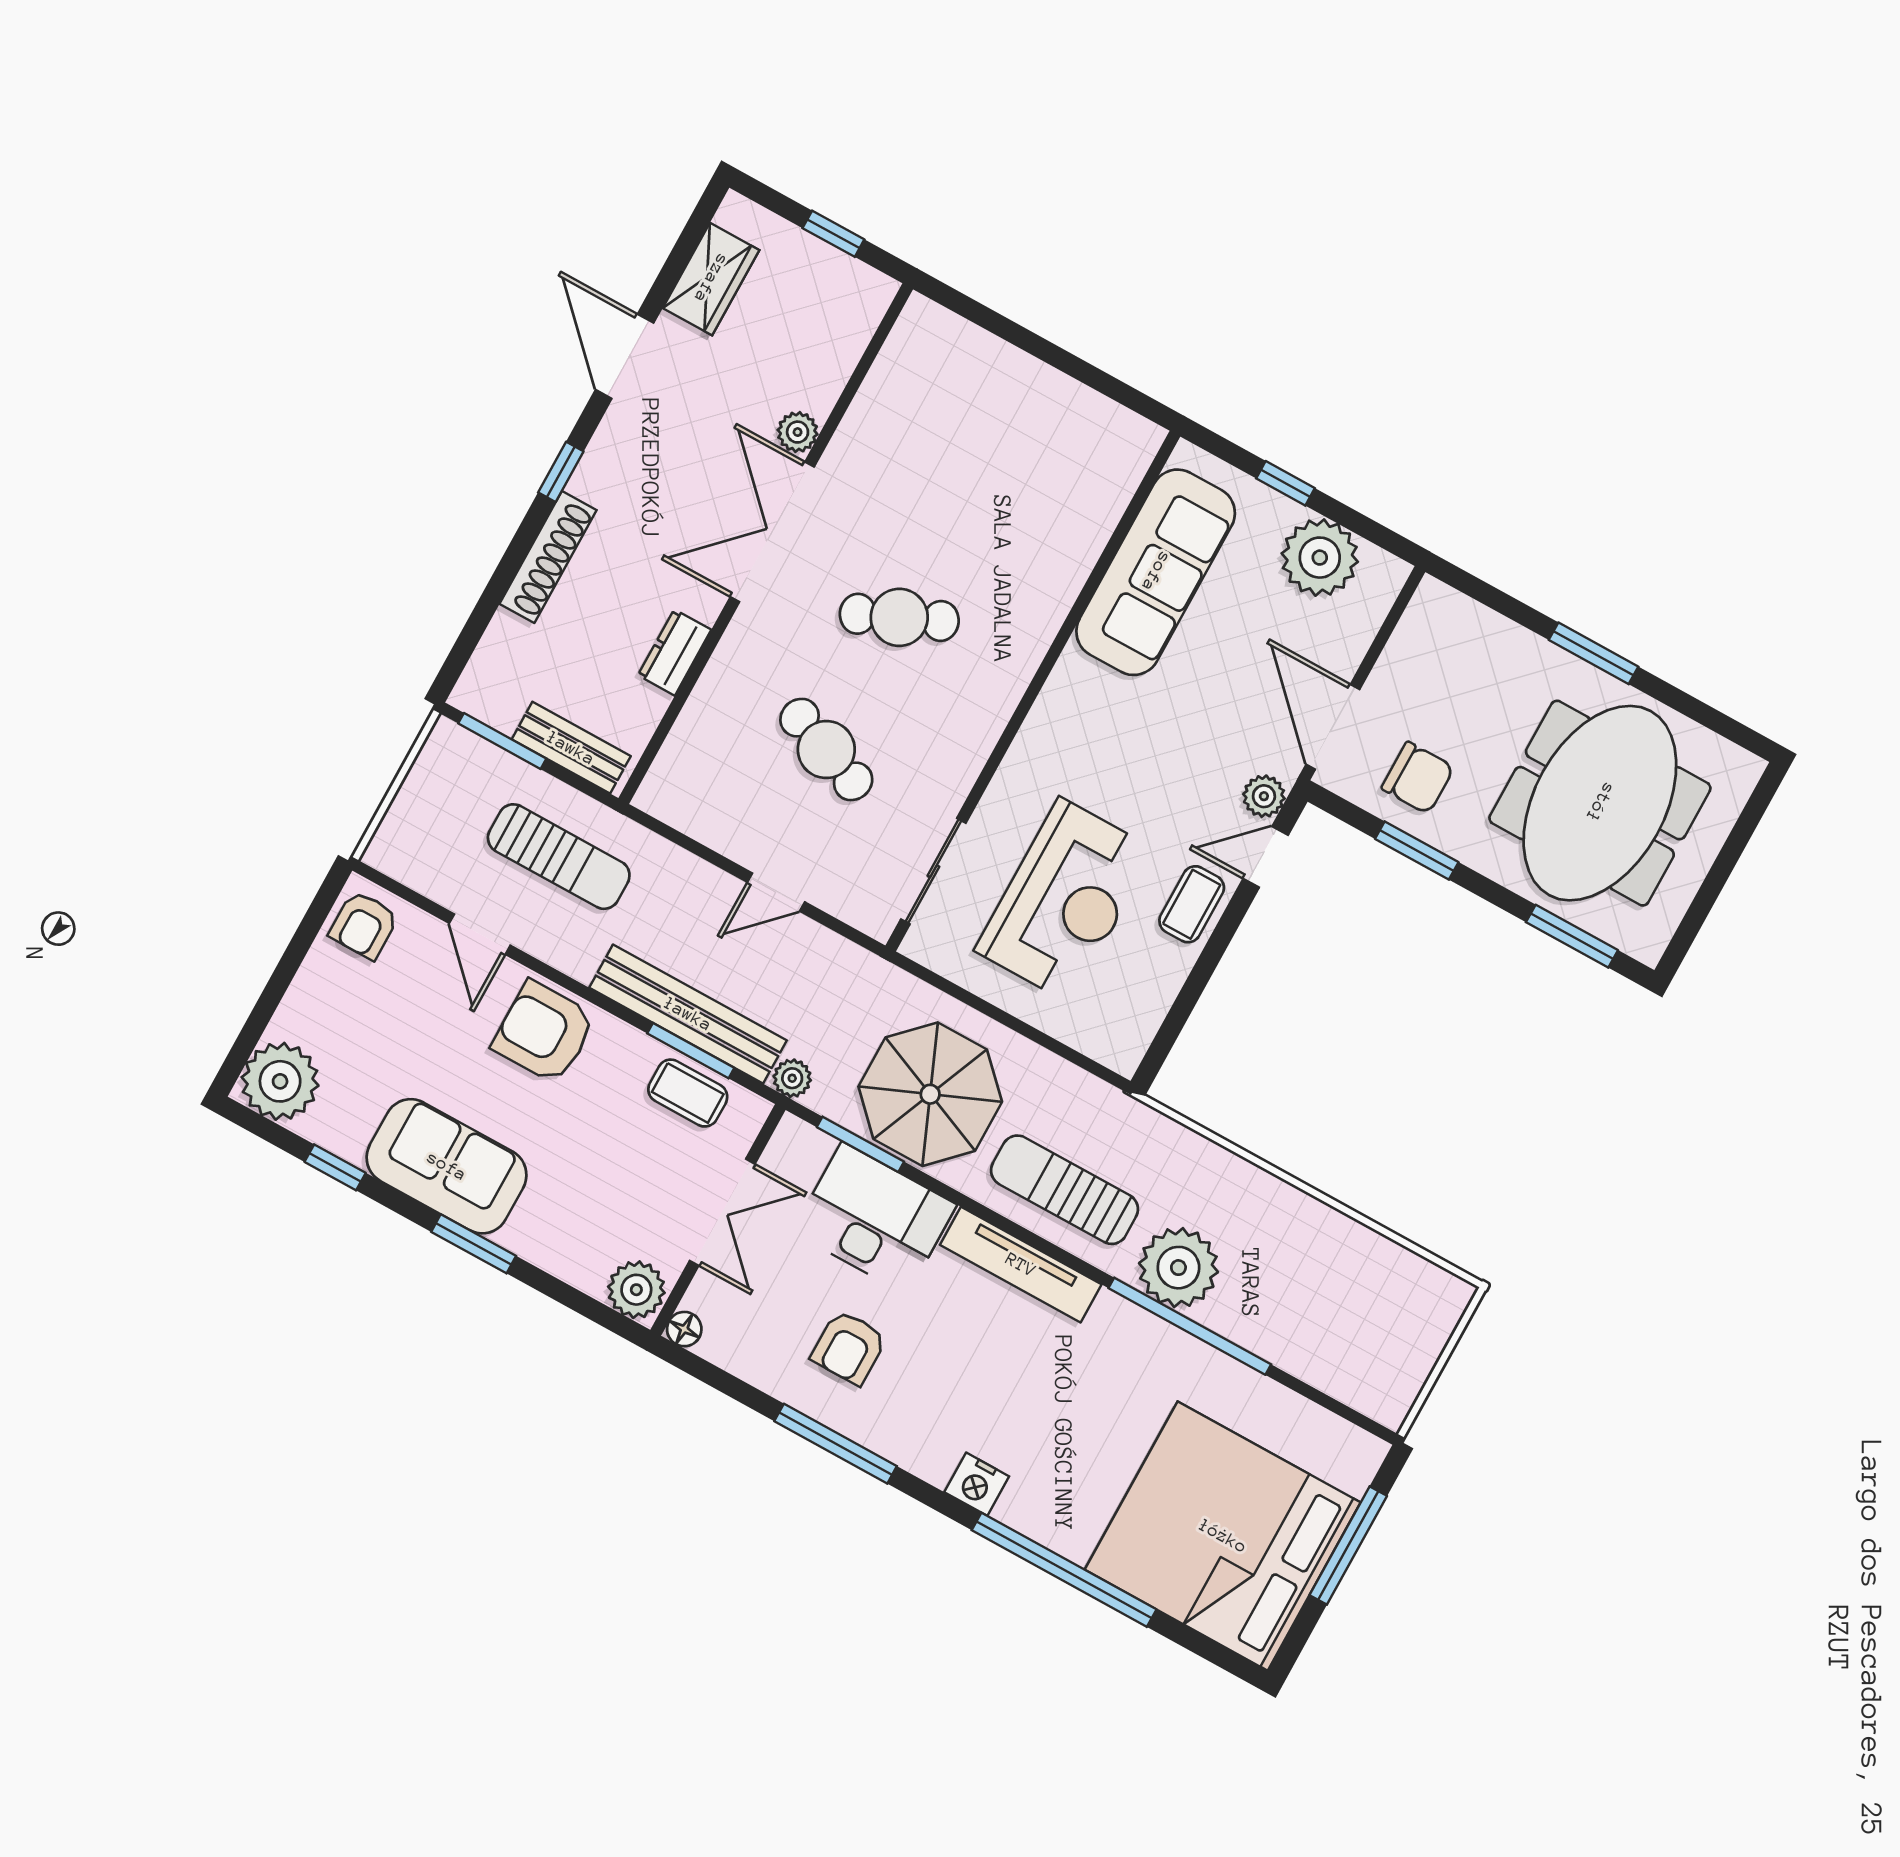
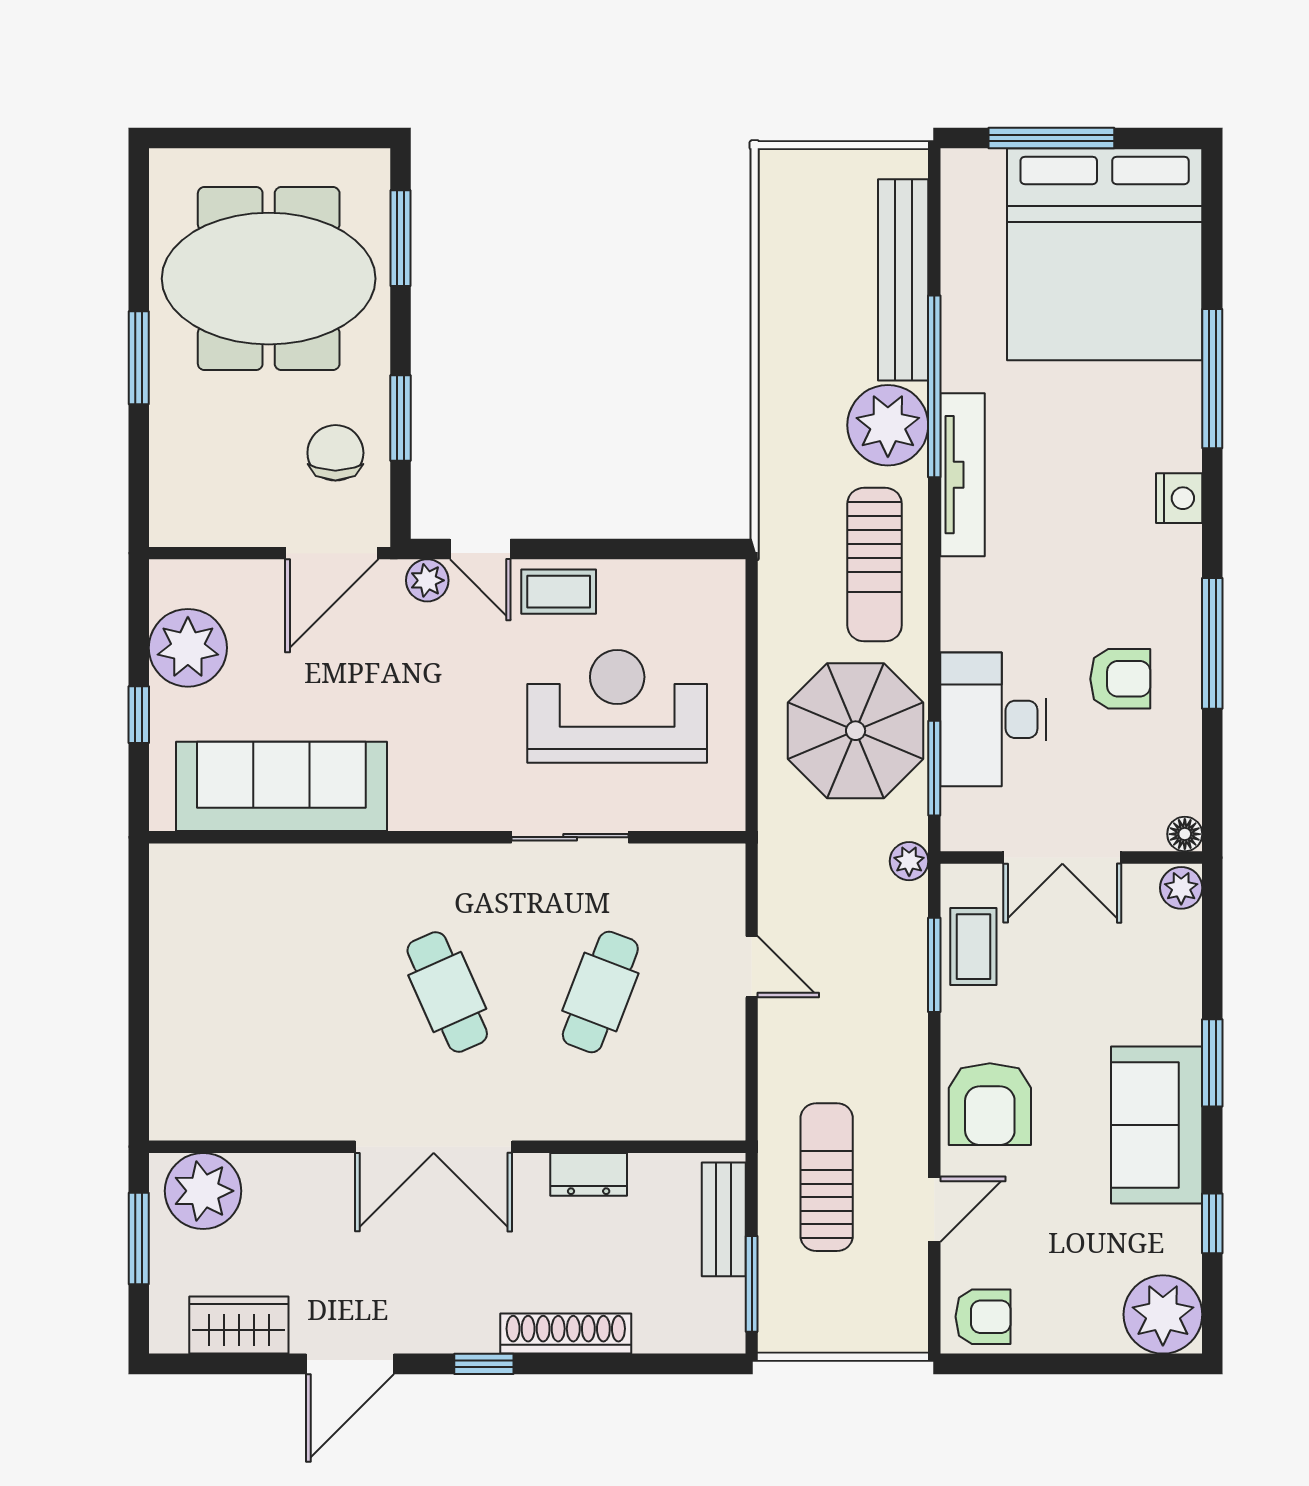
window: (833, 234) -> (139, 1239), width x1.50
plant: (798, 432) -> (203, 1191), moved, width x1.88, depth x1.88
sliding door: (933, 871) -> (570, 837), moved
bench: (688, 1014) -> (903, 280), moved
double door: (722, 1212) -> (1062, 858), swing flipped
tv unit: (1021, 1265) -> (962, 475), moved
plant: (636, 1290) -> (1181, 888), width x0.73, depth x0.73
window: (1064, 1570) -> (1212, 379), width x0.68

